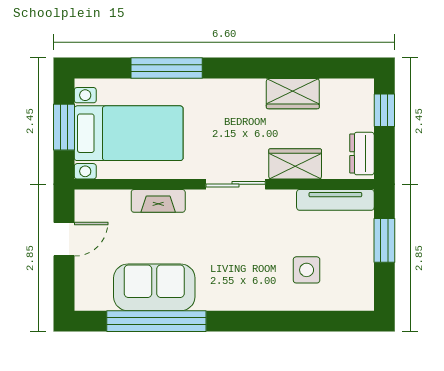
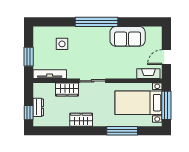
wardrobe: (293, 94) -> (81, 120), moved
window: (64, 127) -> (166, 105), width x1.44
dresser: (362, 154) -> (38, 107), moved
fireplace: (158, 201) -> (148, 74), moved
window: (156, 321) -> (96, 22), moved

